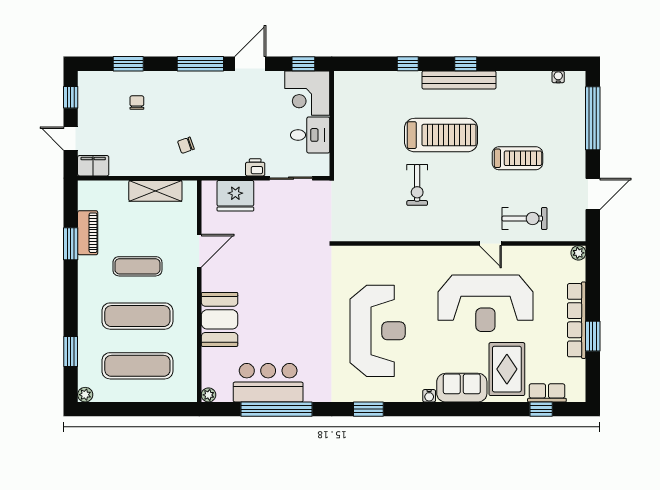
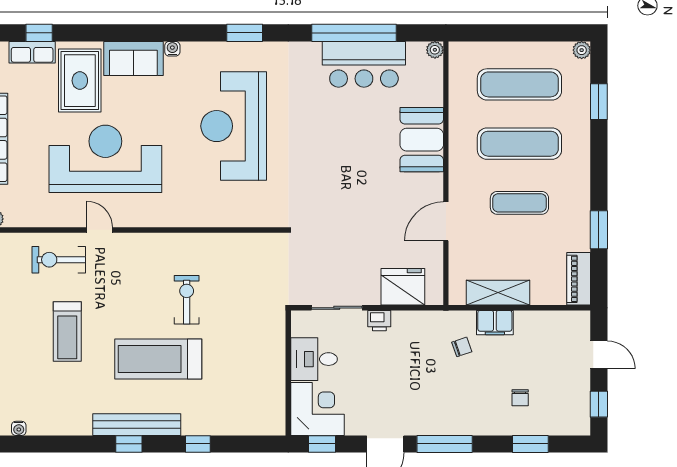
treadmill: (517, 158) -> (67, 331), turned -90
filing cabinet: (93, 166) -> (495, 323), moved
piano: (88, 233) -> (579, 279), moved

